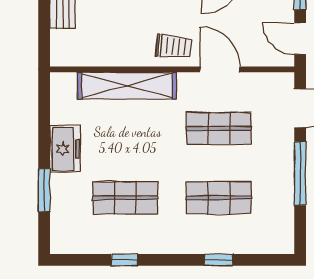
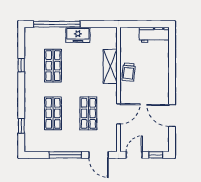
trolley: (174, 47) -> (129, 72), moved
shelving: (127, 86) -> (110, 66), width x0.68
window: (44, 190) -> (57, 24), width x2.11
window: (219, 260) -> (21, 126), moved

